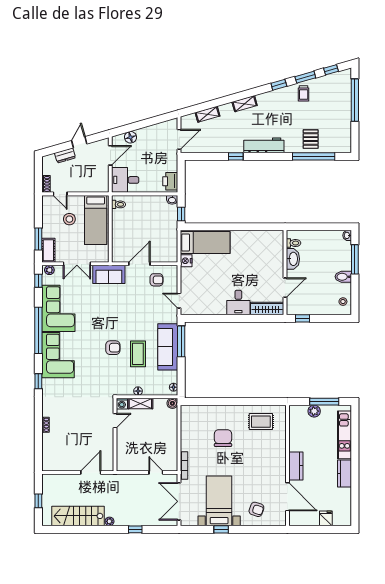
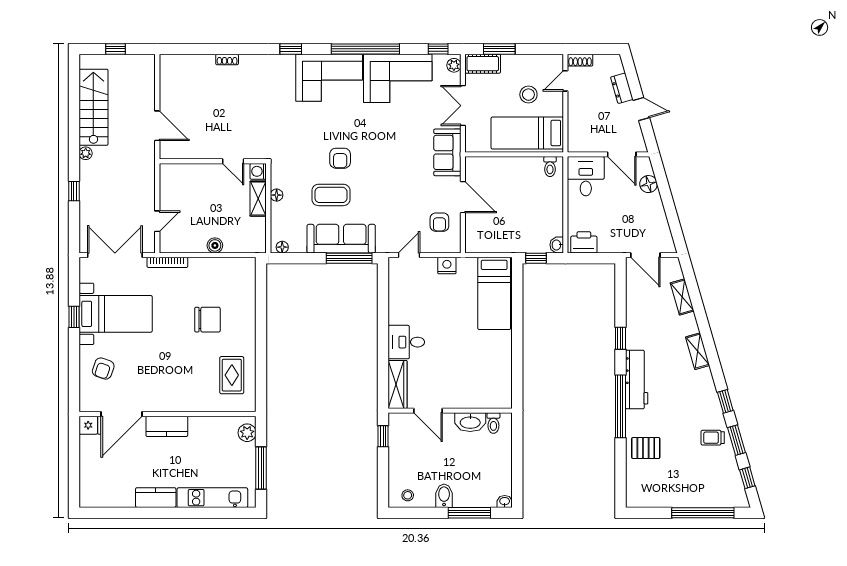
window: (314, 156) -> (620, 406), moved
nightstand: (186, 261) -> (447, 266), moved
boiler: (172, 403) -> (215, 245), moved
plant: (314, 411) -> (247, 433), moved
fridge: (326, 518) -> (90, 425), moved

